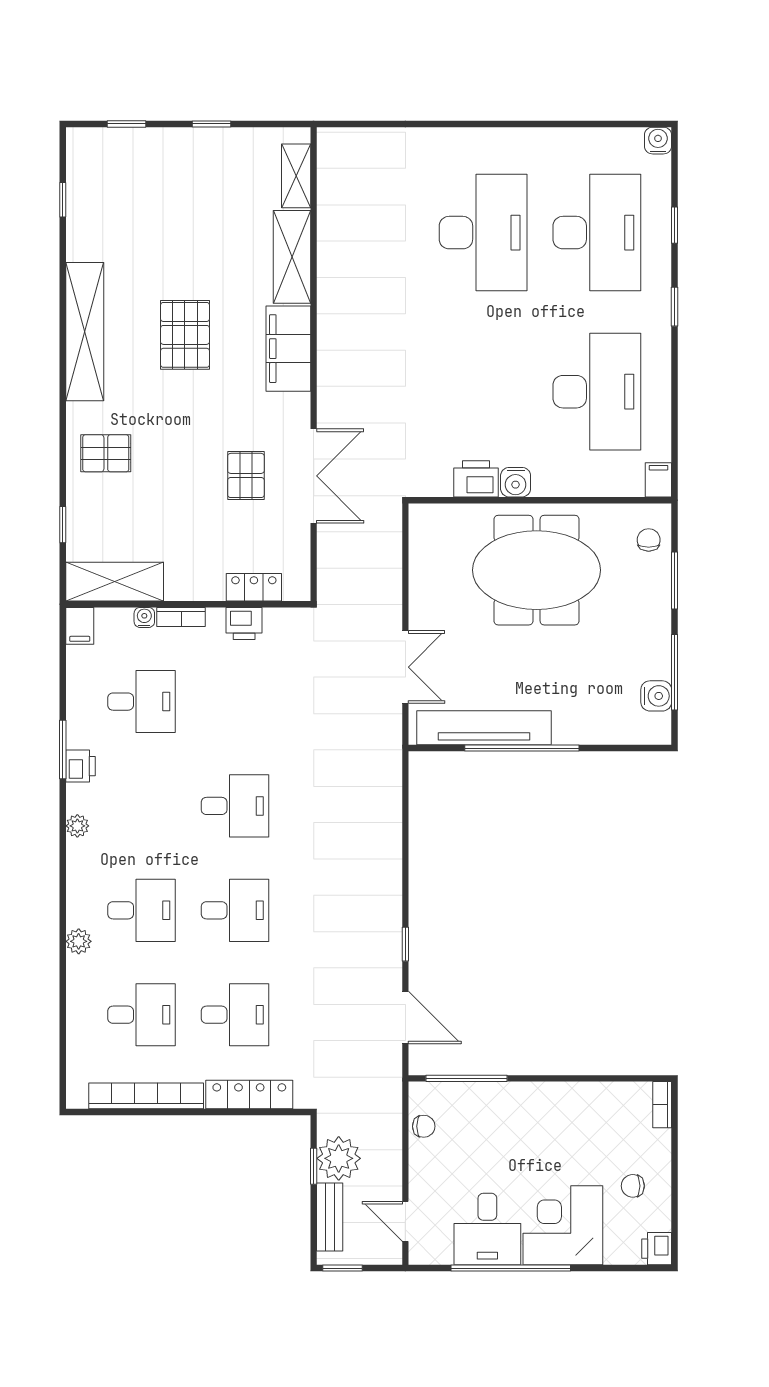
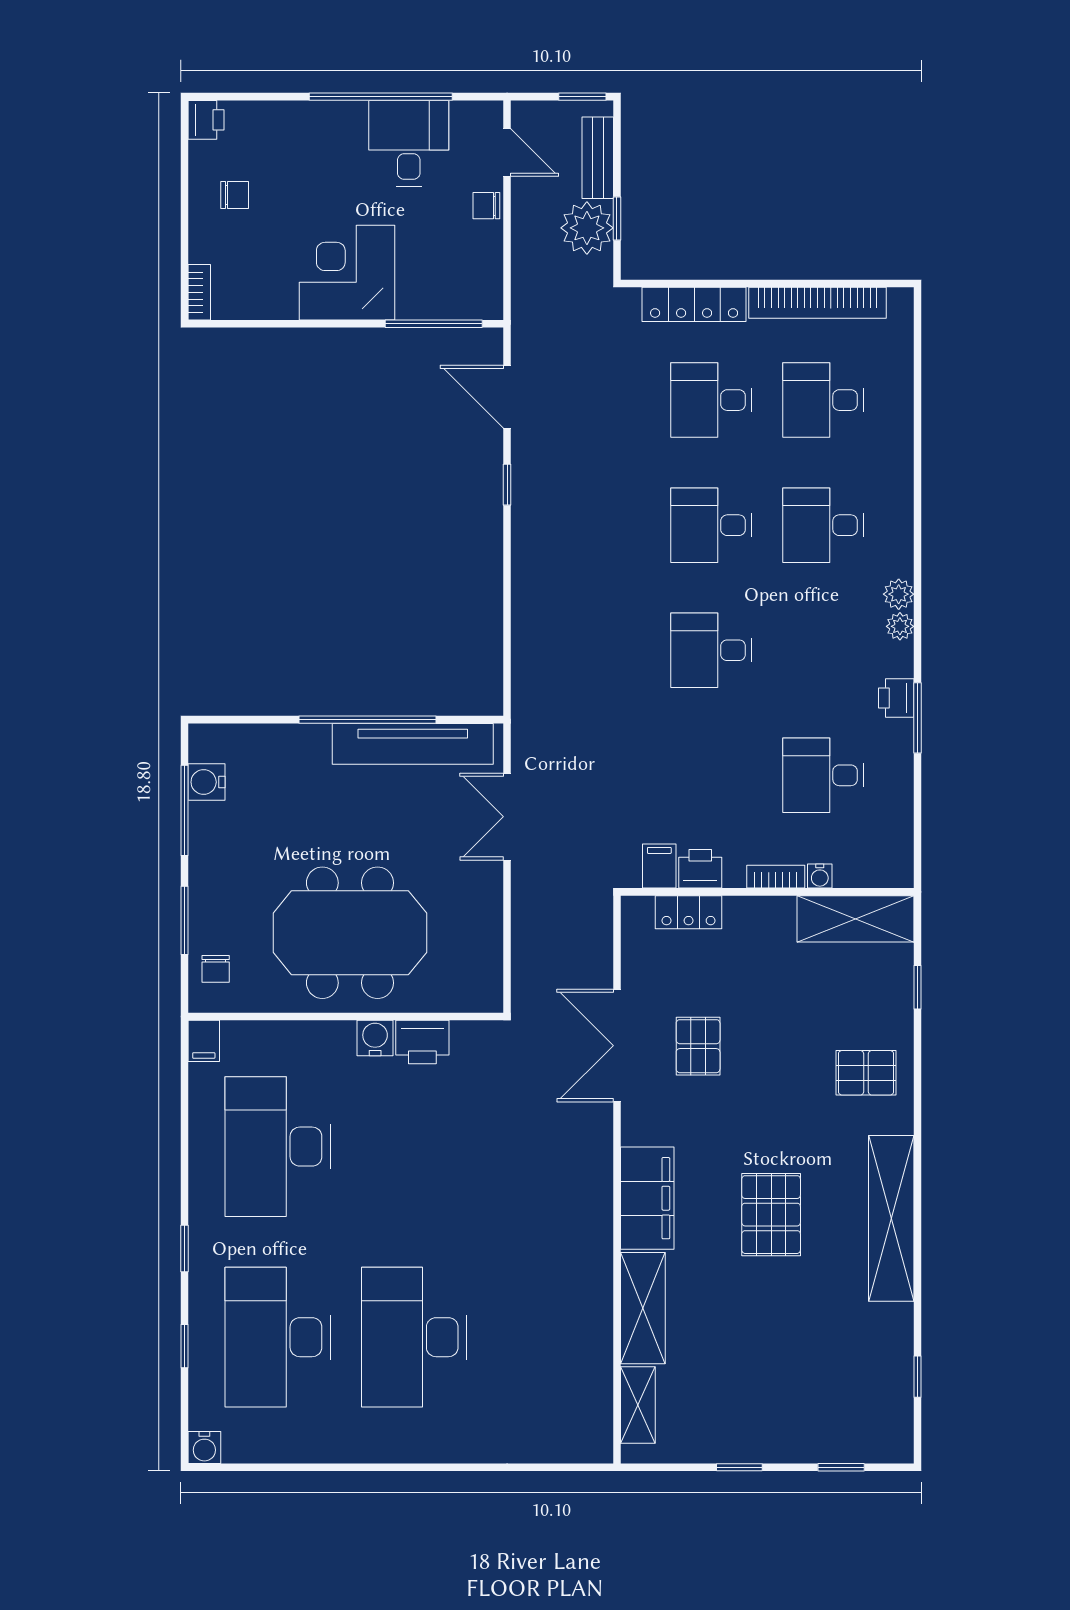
filing cabinet: (80, 626) -> (659, 866), moved
plant: (79, 941) -> (899, 594), moved
chair: (424, 1126) -> (486, 206), moved
corner desk: (563, 1225) -> (347, 273), moved, turned 180

